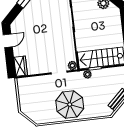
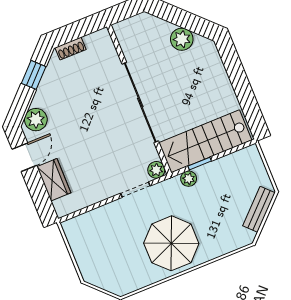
plant: (19, 23) -> (36, 120), added
wardrobe: (21, 66) -> (54, 180), moved

